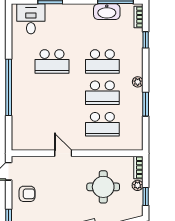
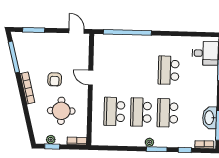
window: (9, 87) -> (127, 32), moved
window: (146, 104) -> (157, 149), moved
door: (63, 153) -> (91, 78), swing flipped
plant: (138, 185) -> (51, 140), moved
armchair: (27, 194) -> (55, 79), moved

